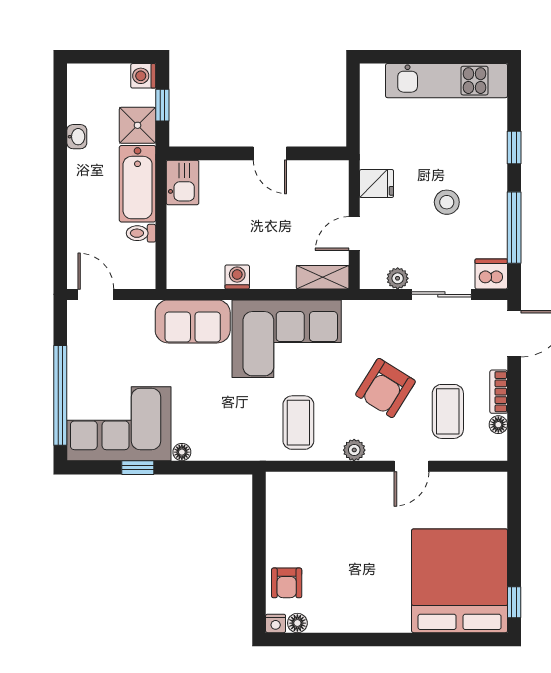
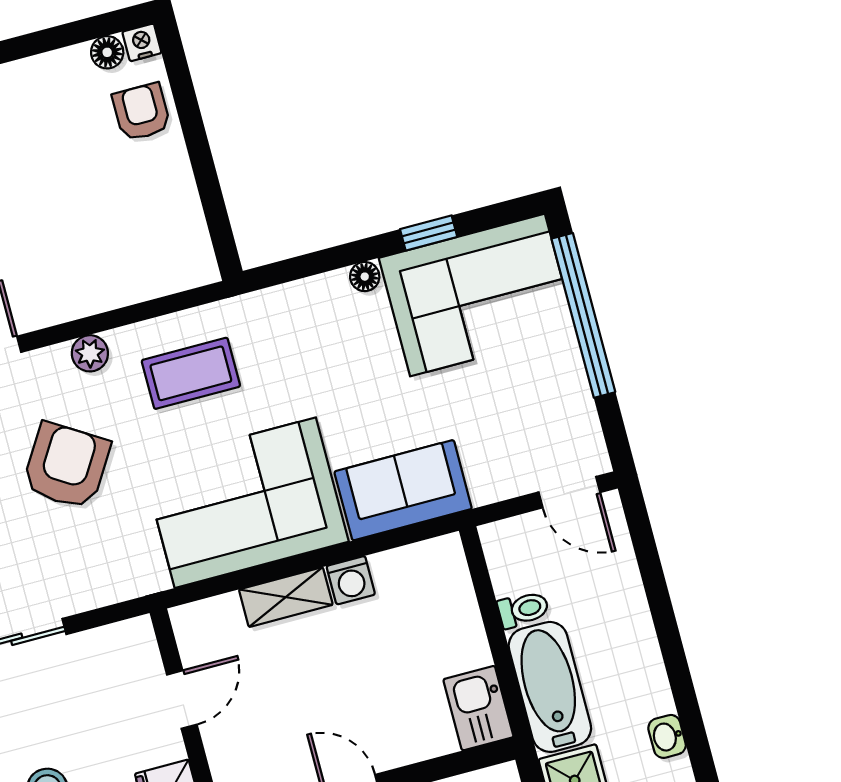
shelving: (323, 277) -> (286, 597), moved
plant: (398, 278) -> (94, 646), removed
coffee table: (298, 423) -> (191, 373), turned 90

